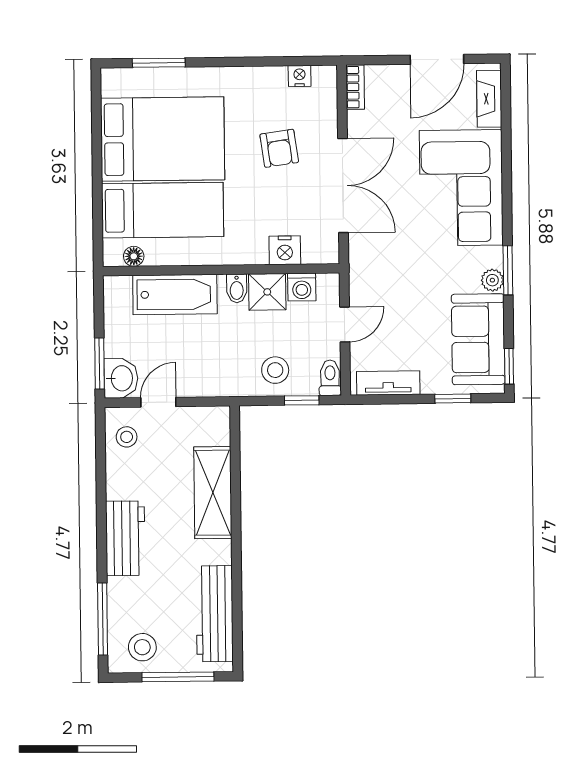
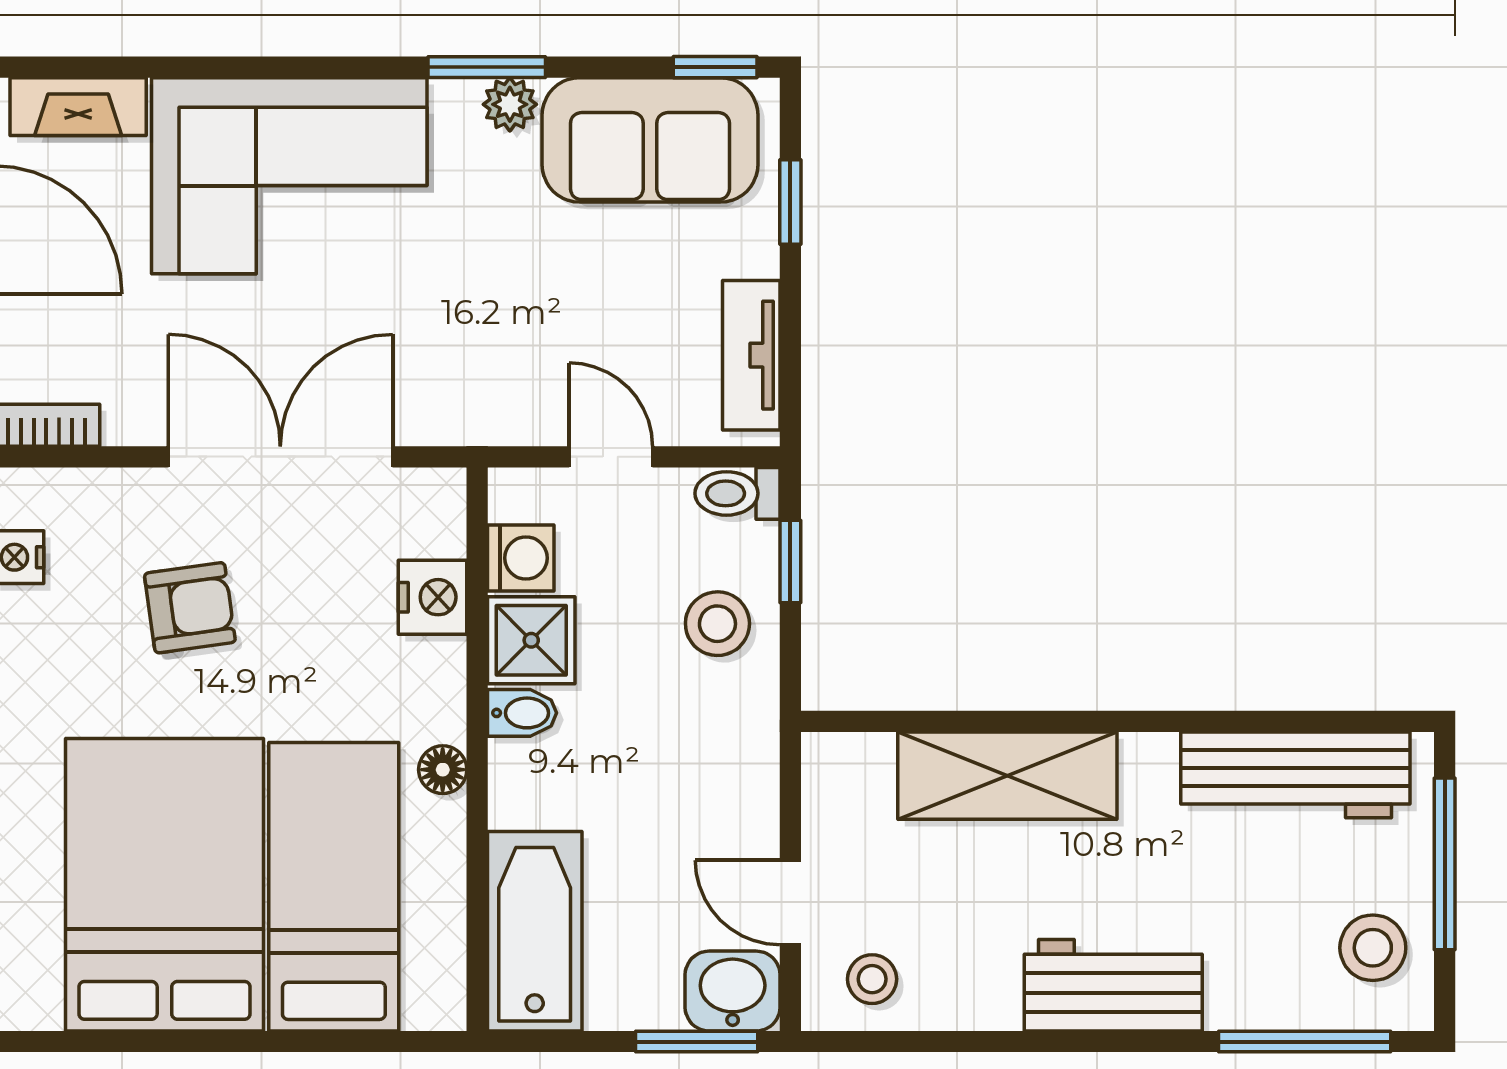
floor lamp: (134, 256) -> (443, 770), moved
bathtub: (175, 294) -> (535, 931), moved

